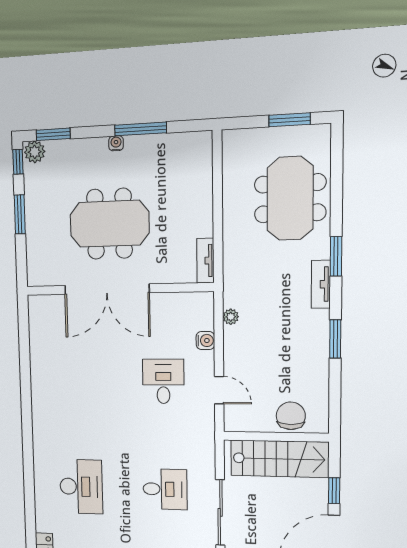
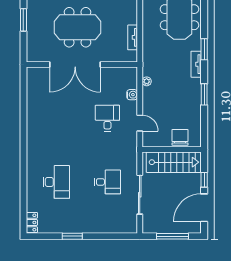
tv unit: (205, 261) -> (133, 37), moved

